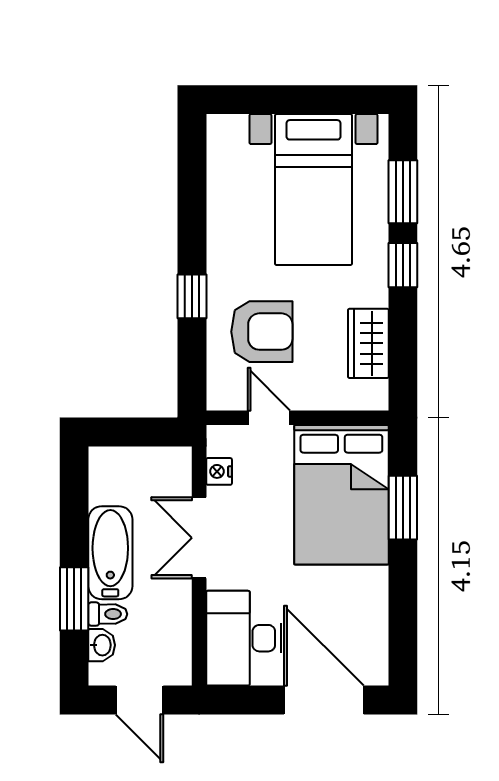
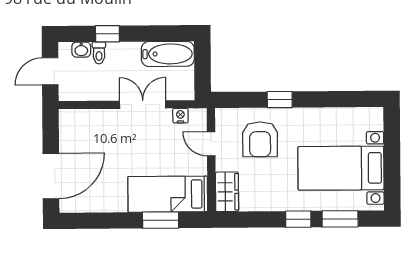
wardrobe: (368, 343) -> (227, 192), moved, turned 90
door: (269, 418) -> (211, 144), swing flipped
bed: (341, 495) -> (168, 194), width x0.67
bathtub: (110, 553) -> (168, 54), moved
window: (74, 599) -> (107, 34), width x0.67
desk: (244, 638) -> (86, 130), removed

